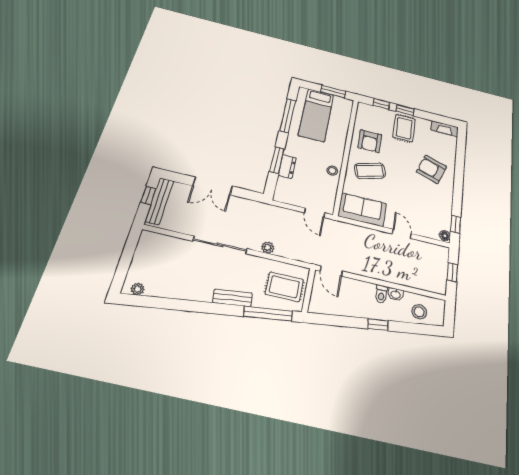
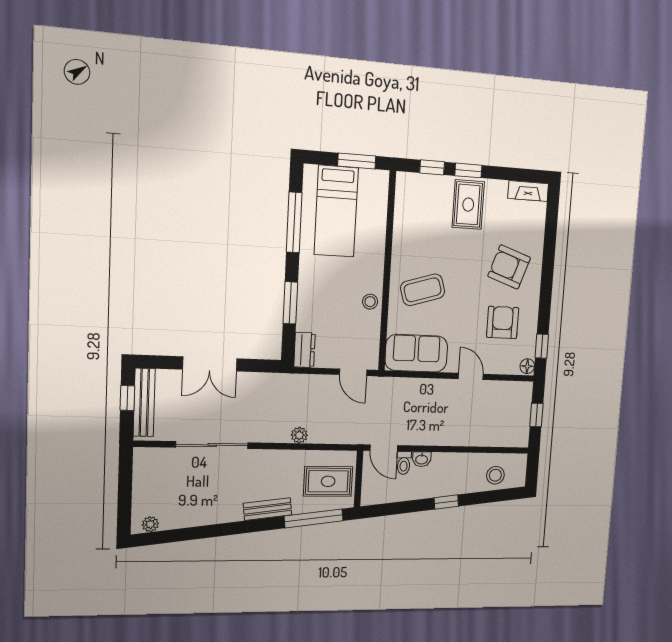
armchair: (370, 141) -> (503, 322), moved, turned 180
dresser: (287, 166) -> (304, 350), moved
sliding door: (220, 245) -> (212, 445), moved
toilet: (381, 294) -> (404, 463), moved
washbasin: (396, 294) -> (422, 459), moved

